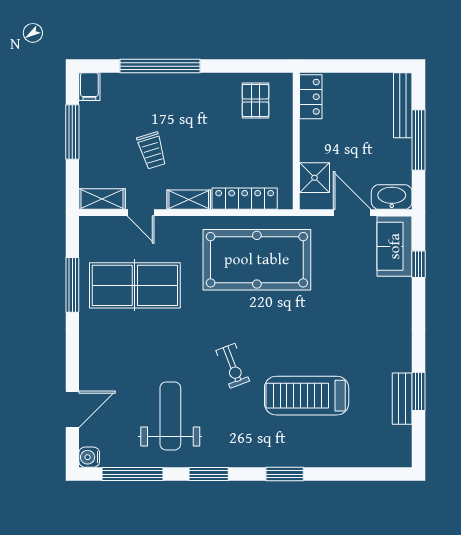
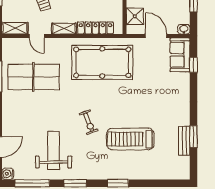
washbasin: (392, 197) -> (184, 29), width x0.52, depth x0.69

